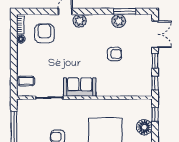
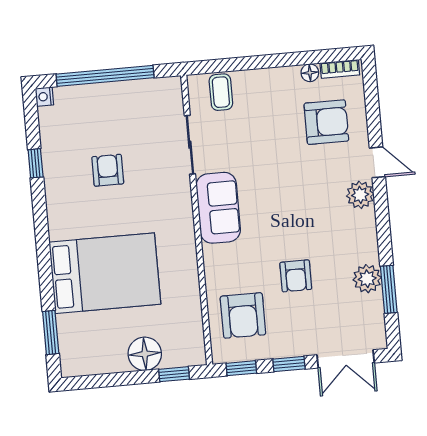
armchair: (131, 80) -> (243, 315), added

